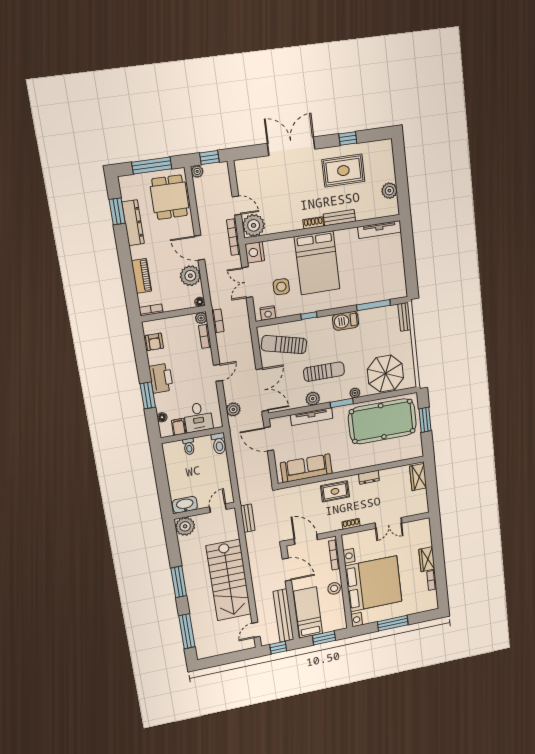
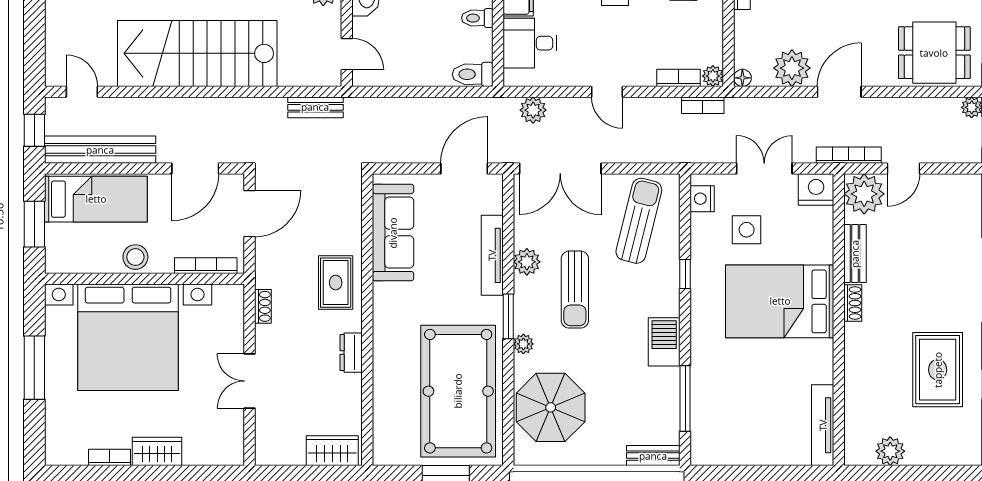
bench: (339, 218) -> (855, 254), moved

